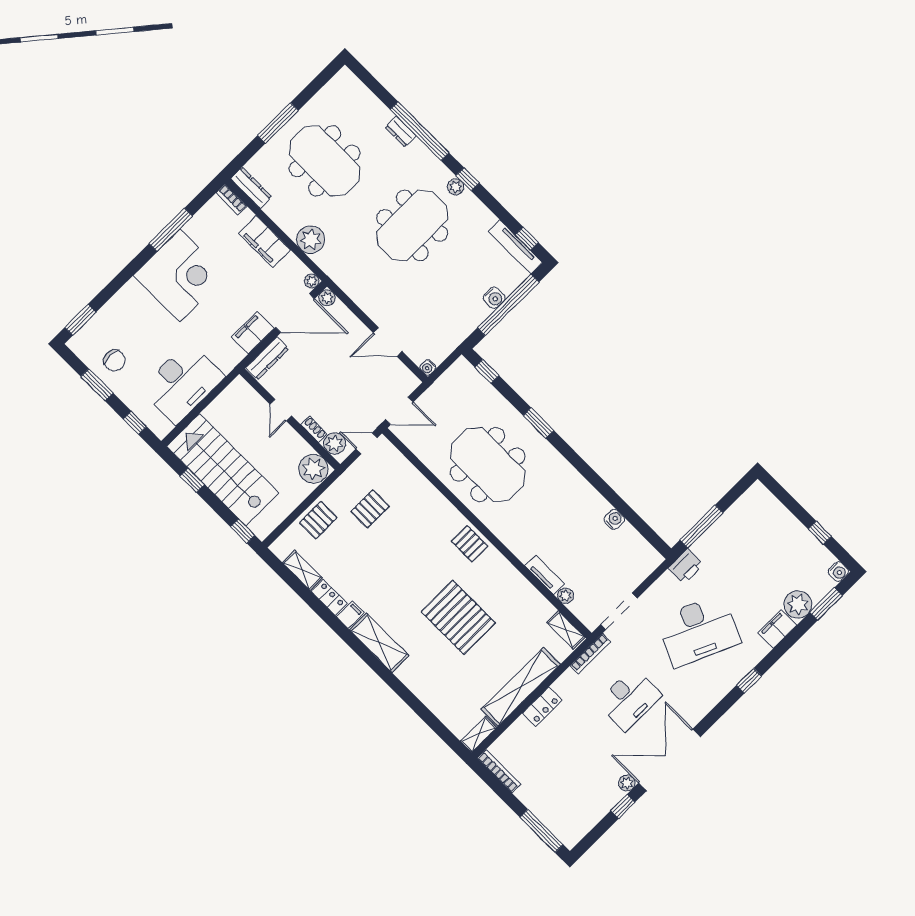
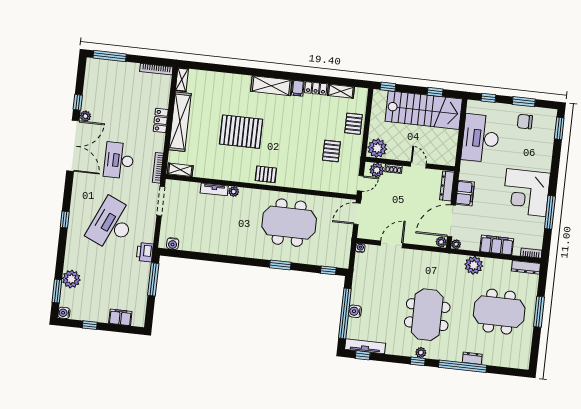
water cooler: (614, 519) -> (173, 244), moved
plant: (565, 596) -> (234, 192), moved
filing cabinet: (777, 629) -> (120, 317), moved, turned -90

